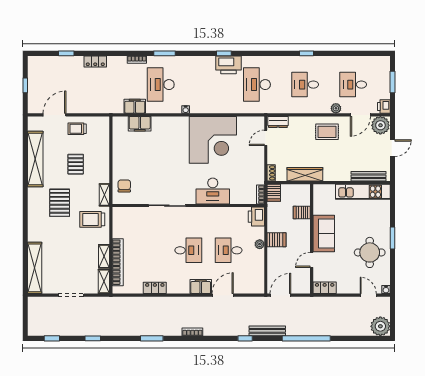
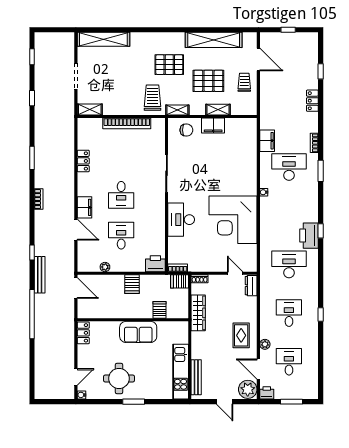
filing cabinet: (140, 124) -> (213, 126), moved, turned -90
pallet: (76, 164) -> (208, 81), width x1.50, depth x1.42
plant: (260, 244) -> (105, 267), moved
shelving: (104, 256) -> (218, 110), moved
door: (312, 260) -> (112, 320), removed
bookcase: (118, 262) -> (127, 123), moved
plant: (380, 326) -> (44, 389), removed

